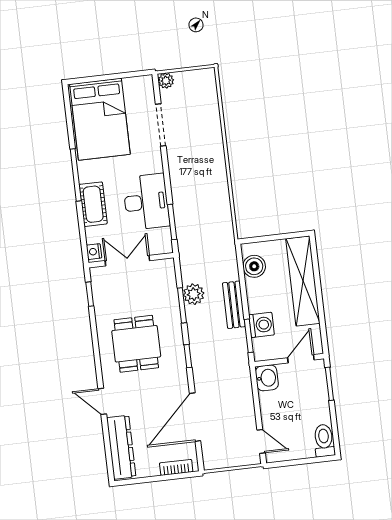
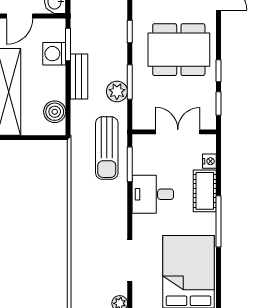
desk: (146, 202) -> (153, 194), width x0.73
sun lounger: (197, 236) -> (107, 148), added
nightstand: (94, 252) -> (209, 161), moved
double door: (127, 261) -> (178, 132), swing flipped
window: (94, 327) -> (219, 71), added
dining table: (136, 344) -> (179, 50), width x1.38

